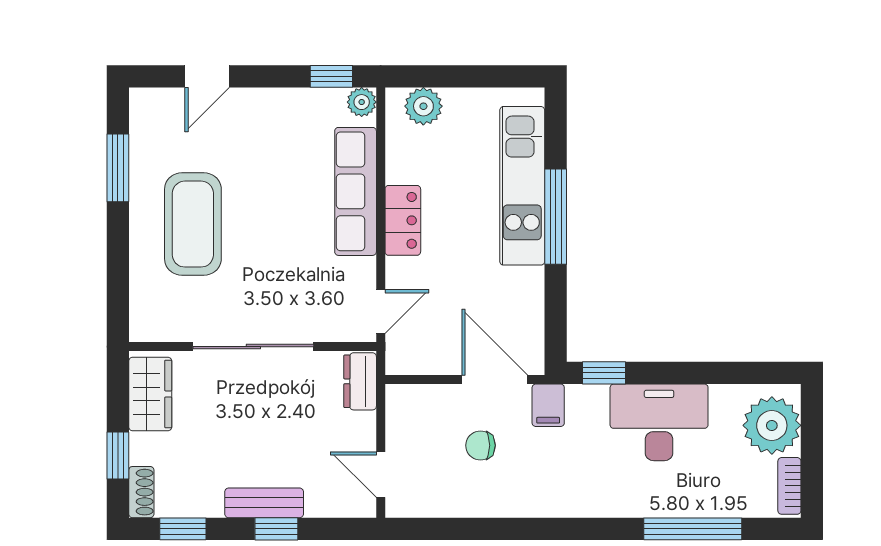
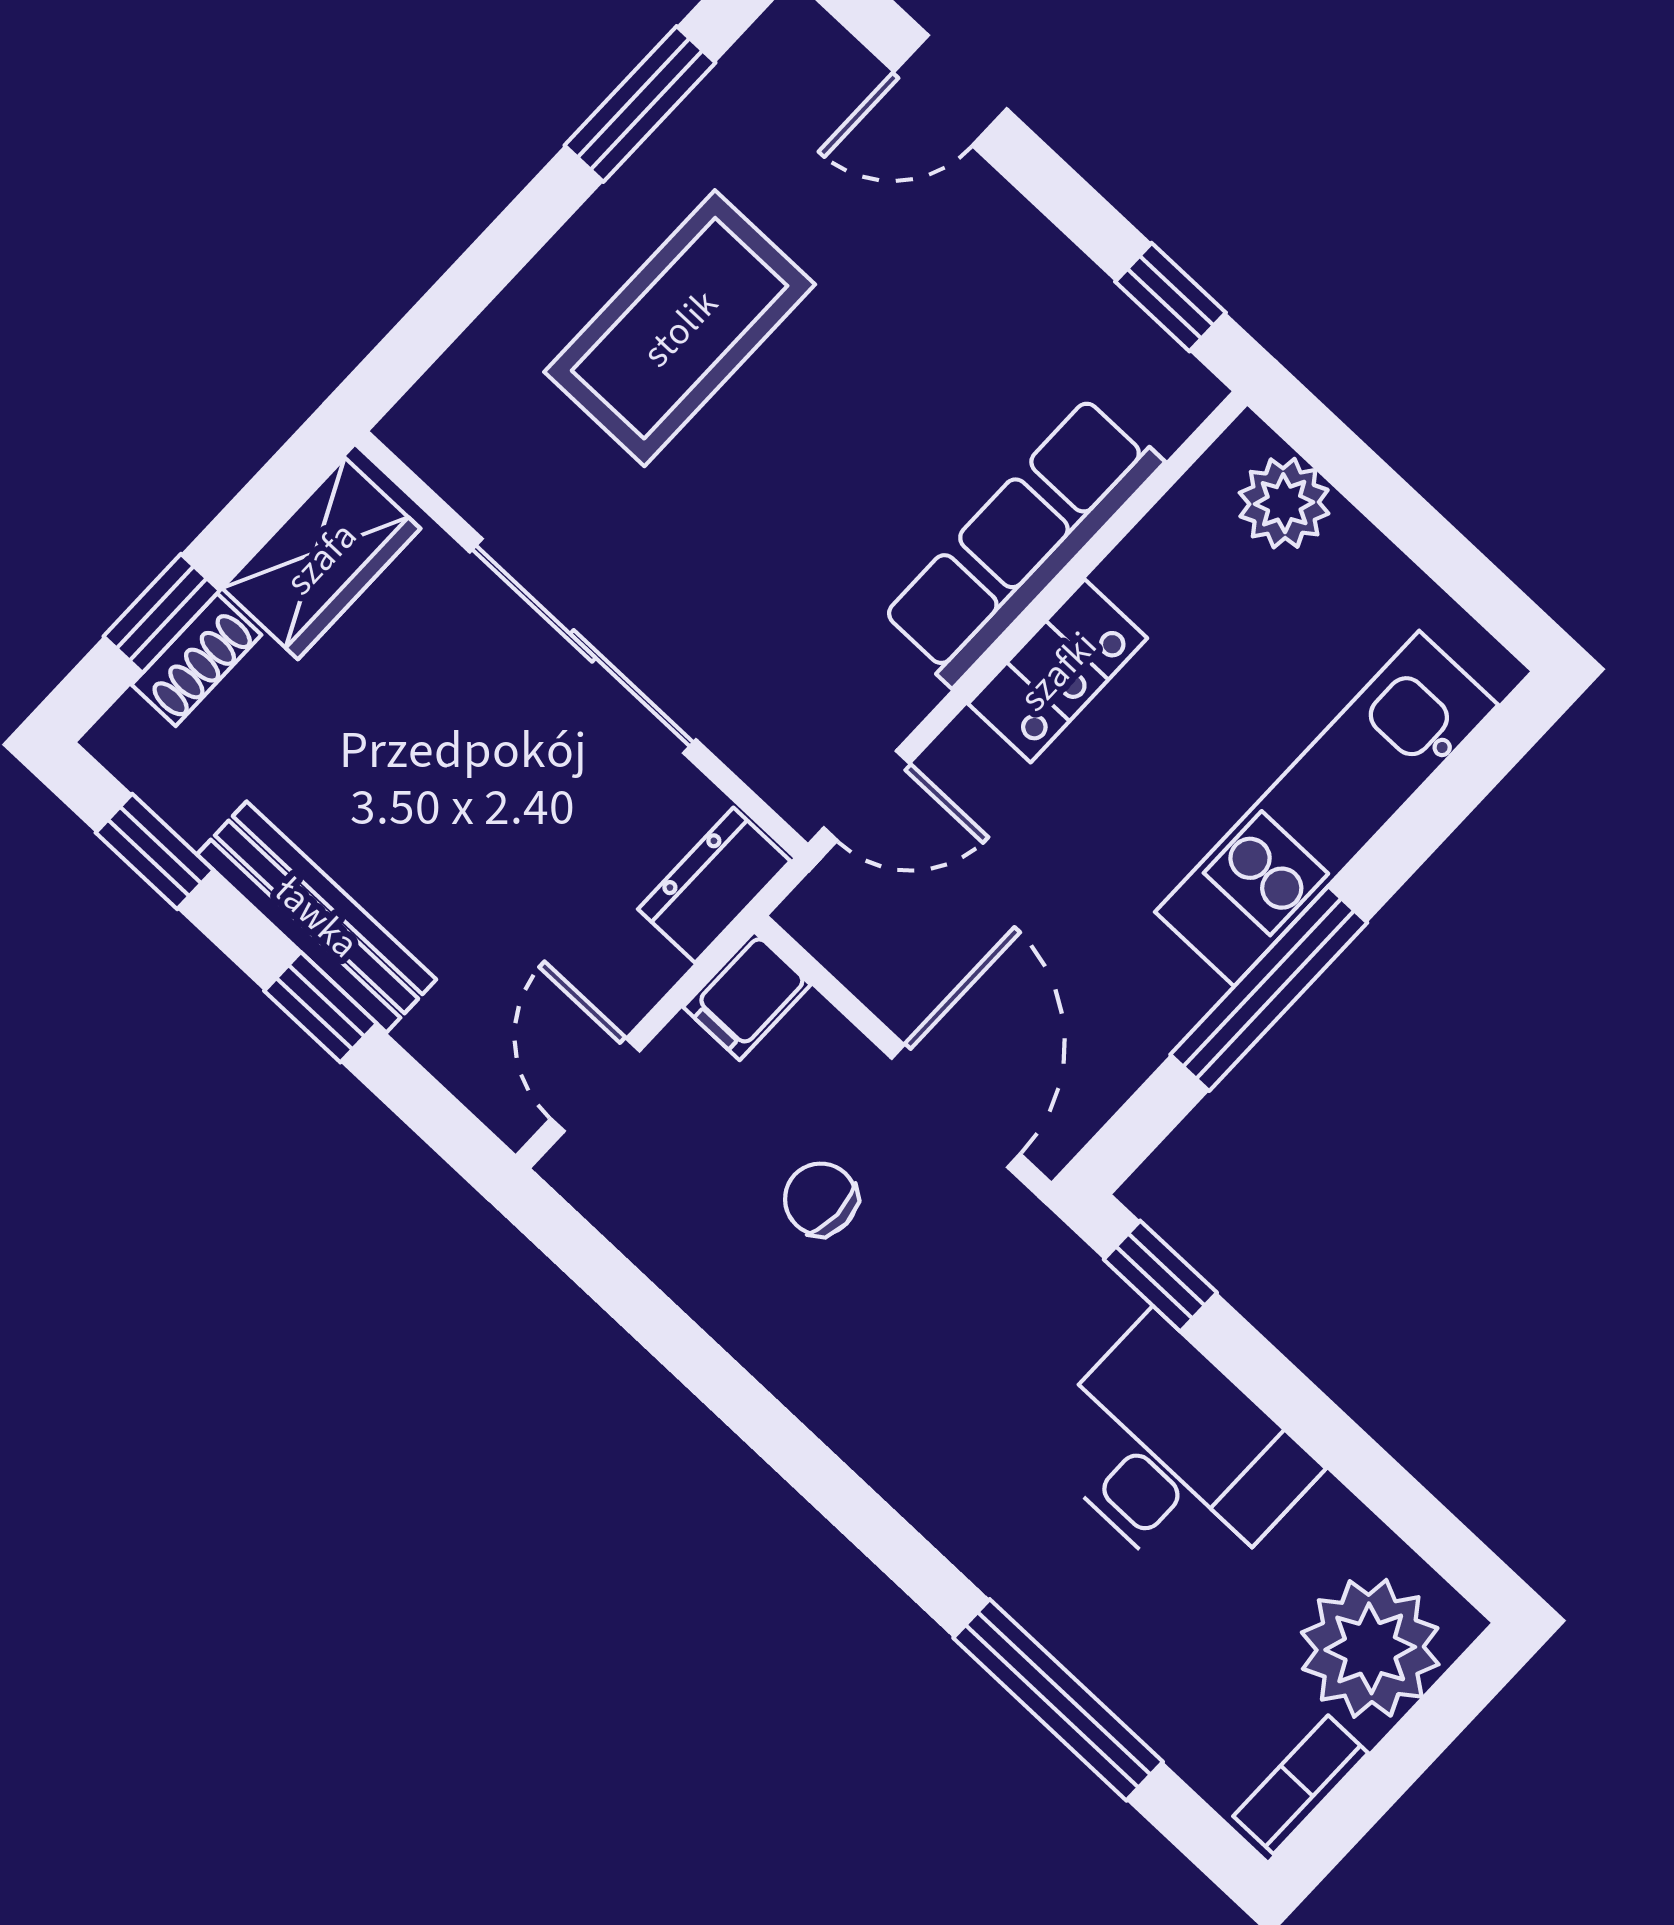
plant: (362, 102) -> (1182, 393), removed
window: (556, 217) -> (1269, 989), moved
filing cabinet: (548, 405) -> (747, 996), moved
shoe rack: (141, 492) -> (196, 660), moved
bench: (264, 503) -> (317, 917), width x1.36

